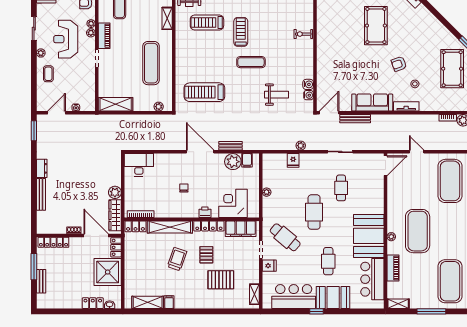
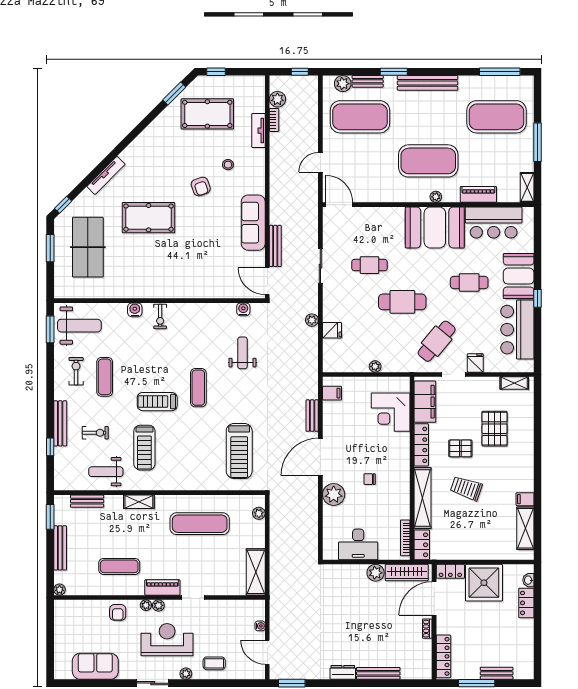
reception desk: (66, 39) -> (167, 640), turned 180
water cooler: (308, 84) -> (135, 310), moved
tv unit: (406, 106) -> (258, 131), moved
plant: (233, 162) -> (334, 494), moved
desk: (139, 165) -> (358, 544), moved, turned -90
printer: (205, 212) -> (403, 450), removed

